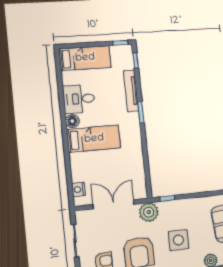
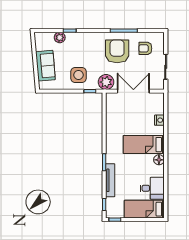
desk: (79, 99) -> (152, 188), moved
nightstand: (78, 189) -> (159, 120), moved
double door: (114, 204) -> (133, 91), swing flipped
side table: (178, 240) -> (78, 75), moved

